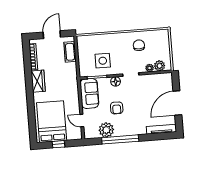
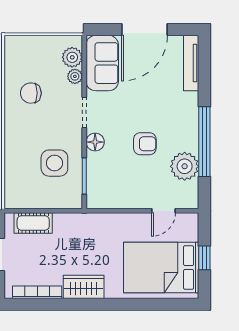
sofa: (89, 93) -> (102, 63), moved, turned 90
door: (177, 103) -> (145, 30), hinge flipped

